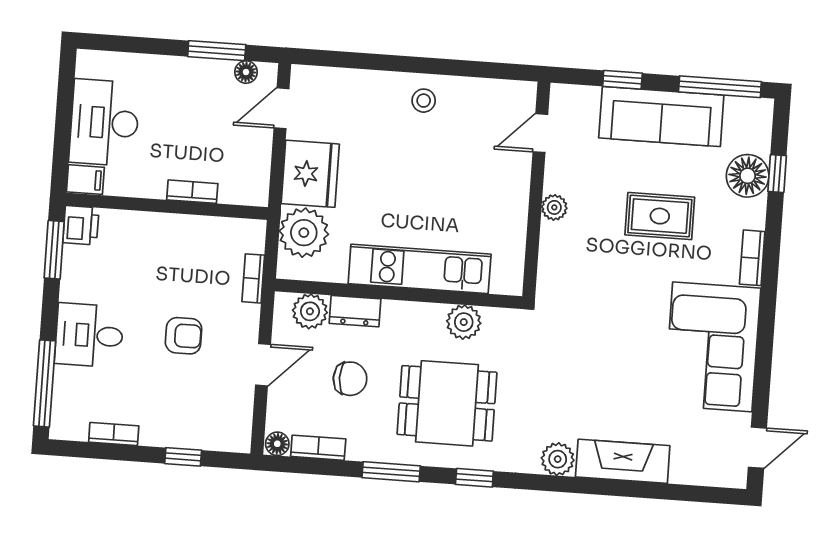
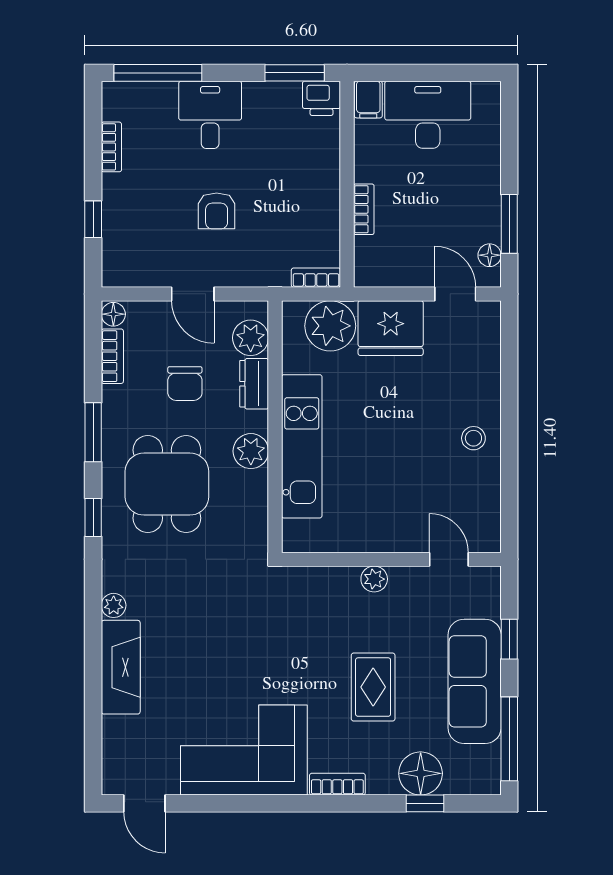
bookcase: (253, 278) -> (316, 278), moved
plant: (464, 322) -> (251, 451), moved
plant: (558, 459) -> (114, 605), width x0.73, depth x0.73

